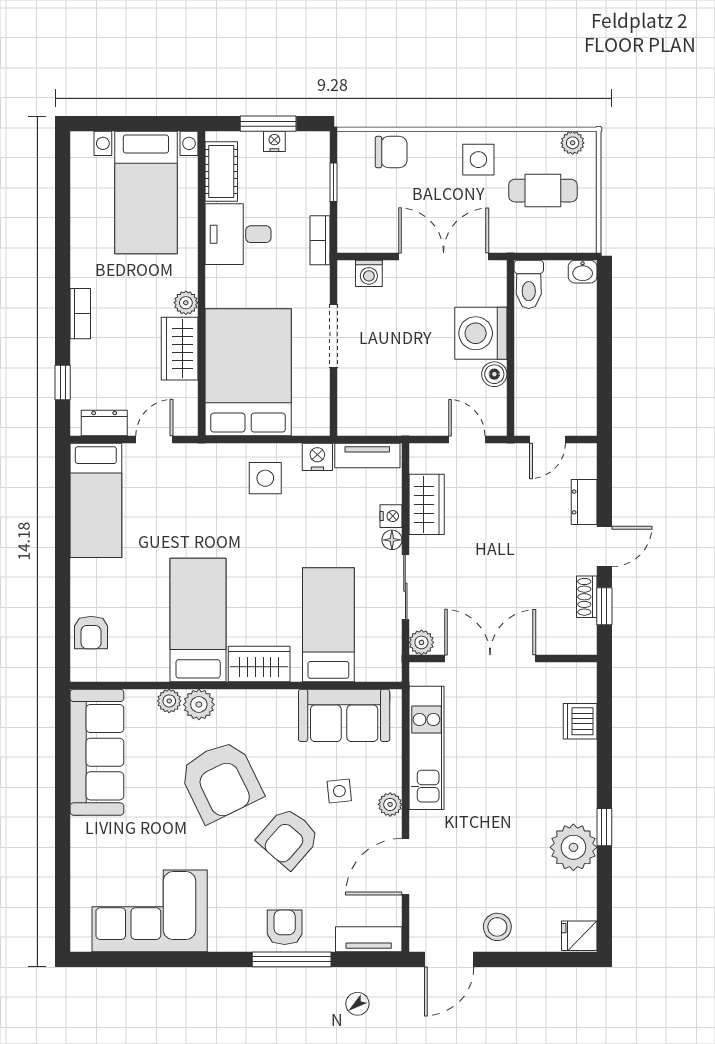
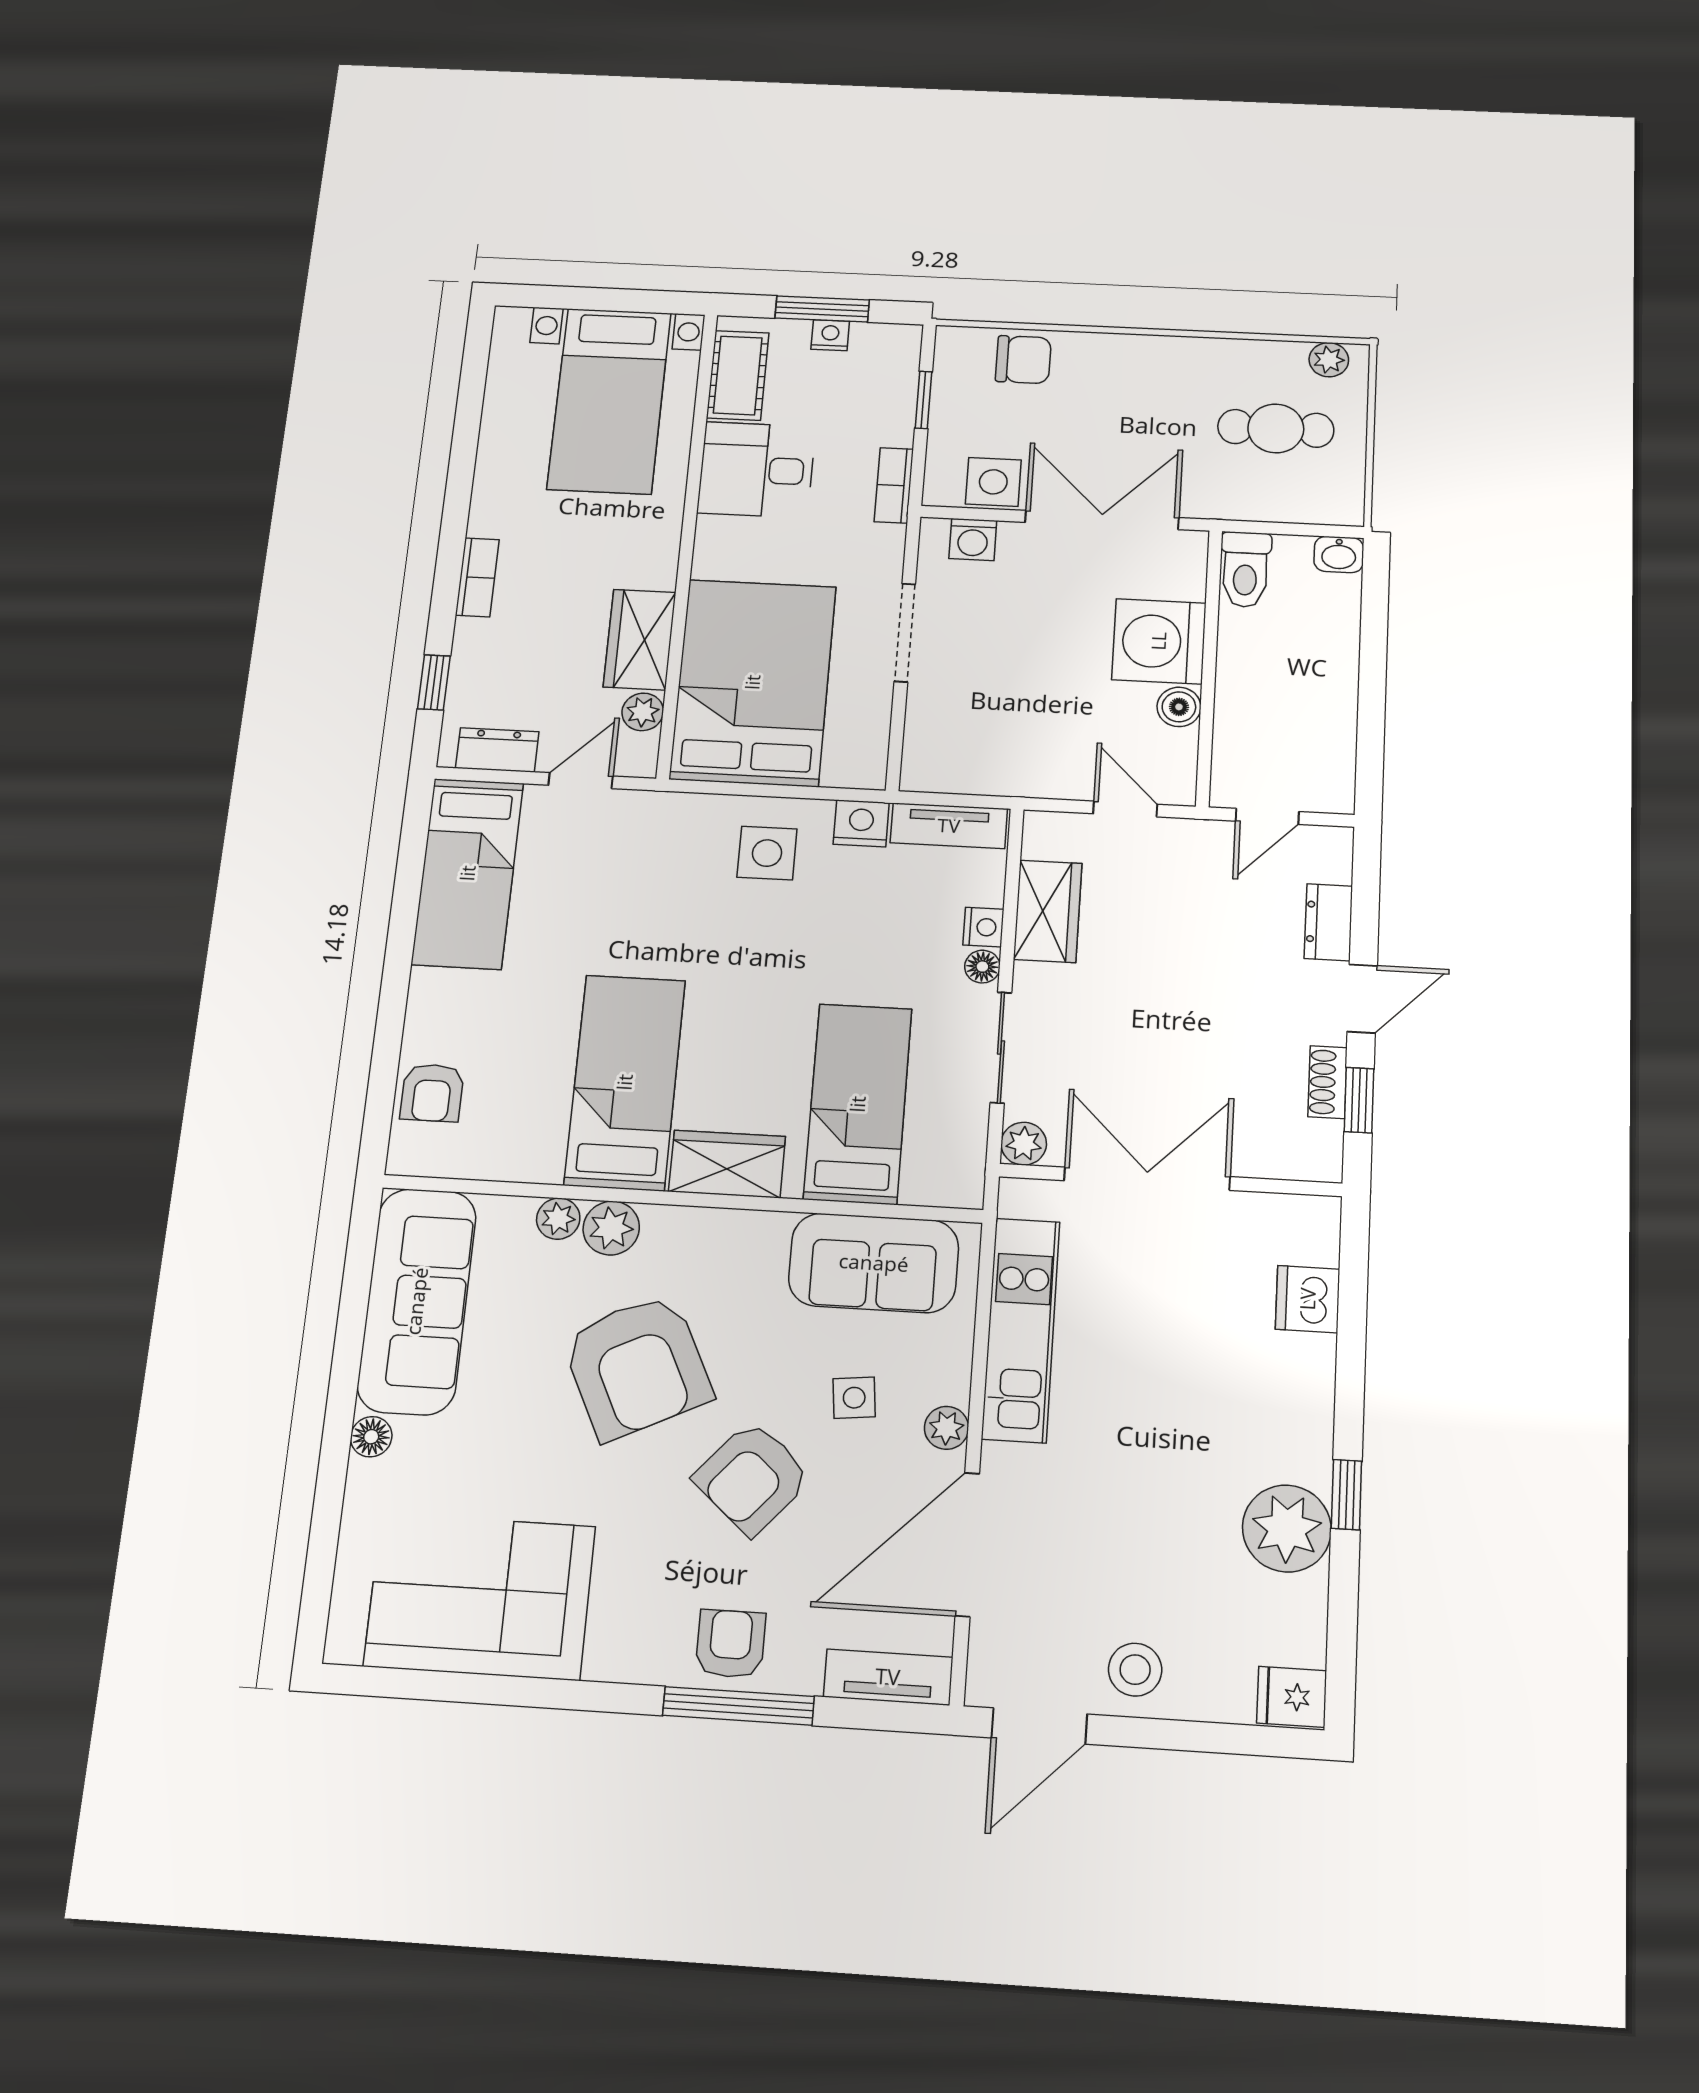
side table: (478, 160) -> (993, 482), moved
plant: (186, 303) -> (643, 712), moved
floor lamp: (81, 829) -> (371, 1437), added
door: (405, 867) -> (967, 1544), width x1.36

